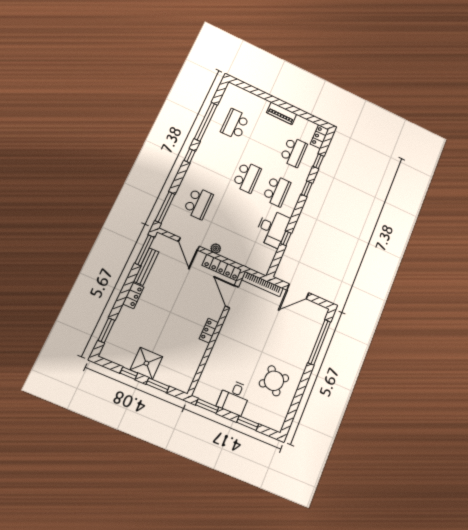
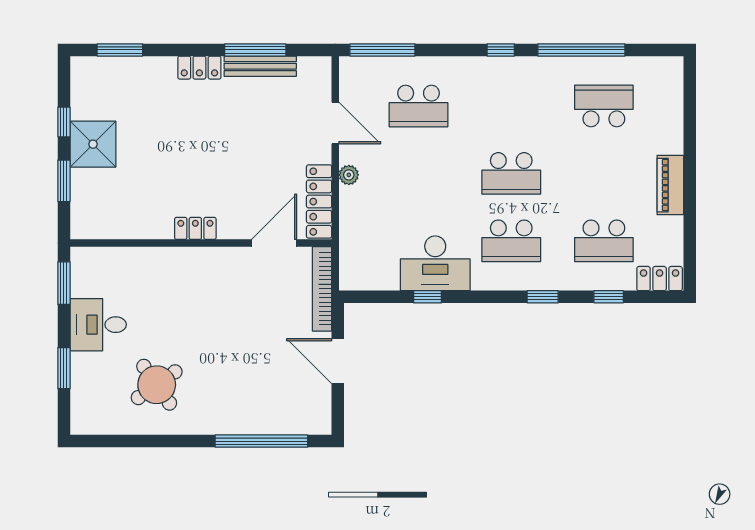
door: (189, 244) -> (335, 123), swing flipped
window: (145, 250) -> (255, 50), moved

